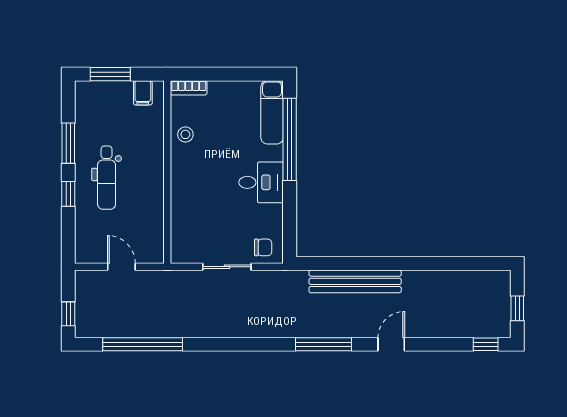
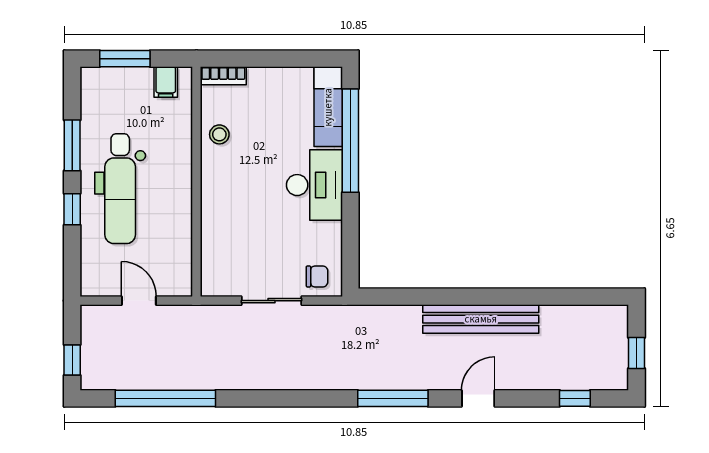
dental chair: (107, 178) -> (120, 189), width x1.36, depth x1.38
desk: (261, 182) -> (314, 185), width x1.37
bench: (355, 281) -> (481, 319), moved
window: (486, 344) -> (575, 398), moved

